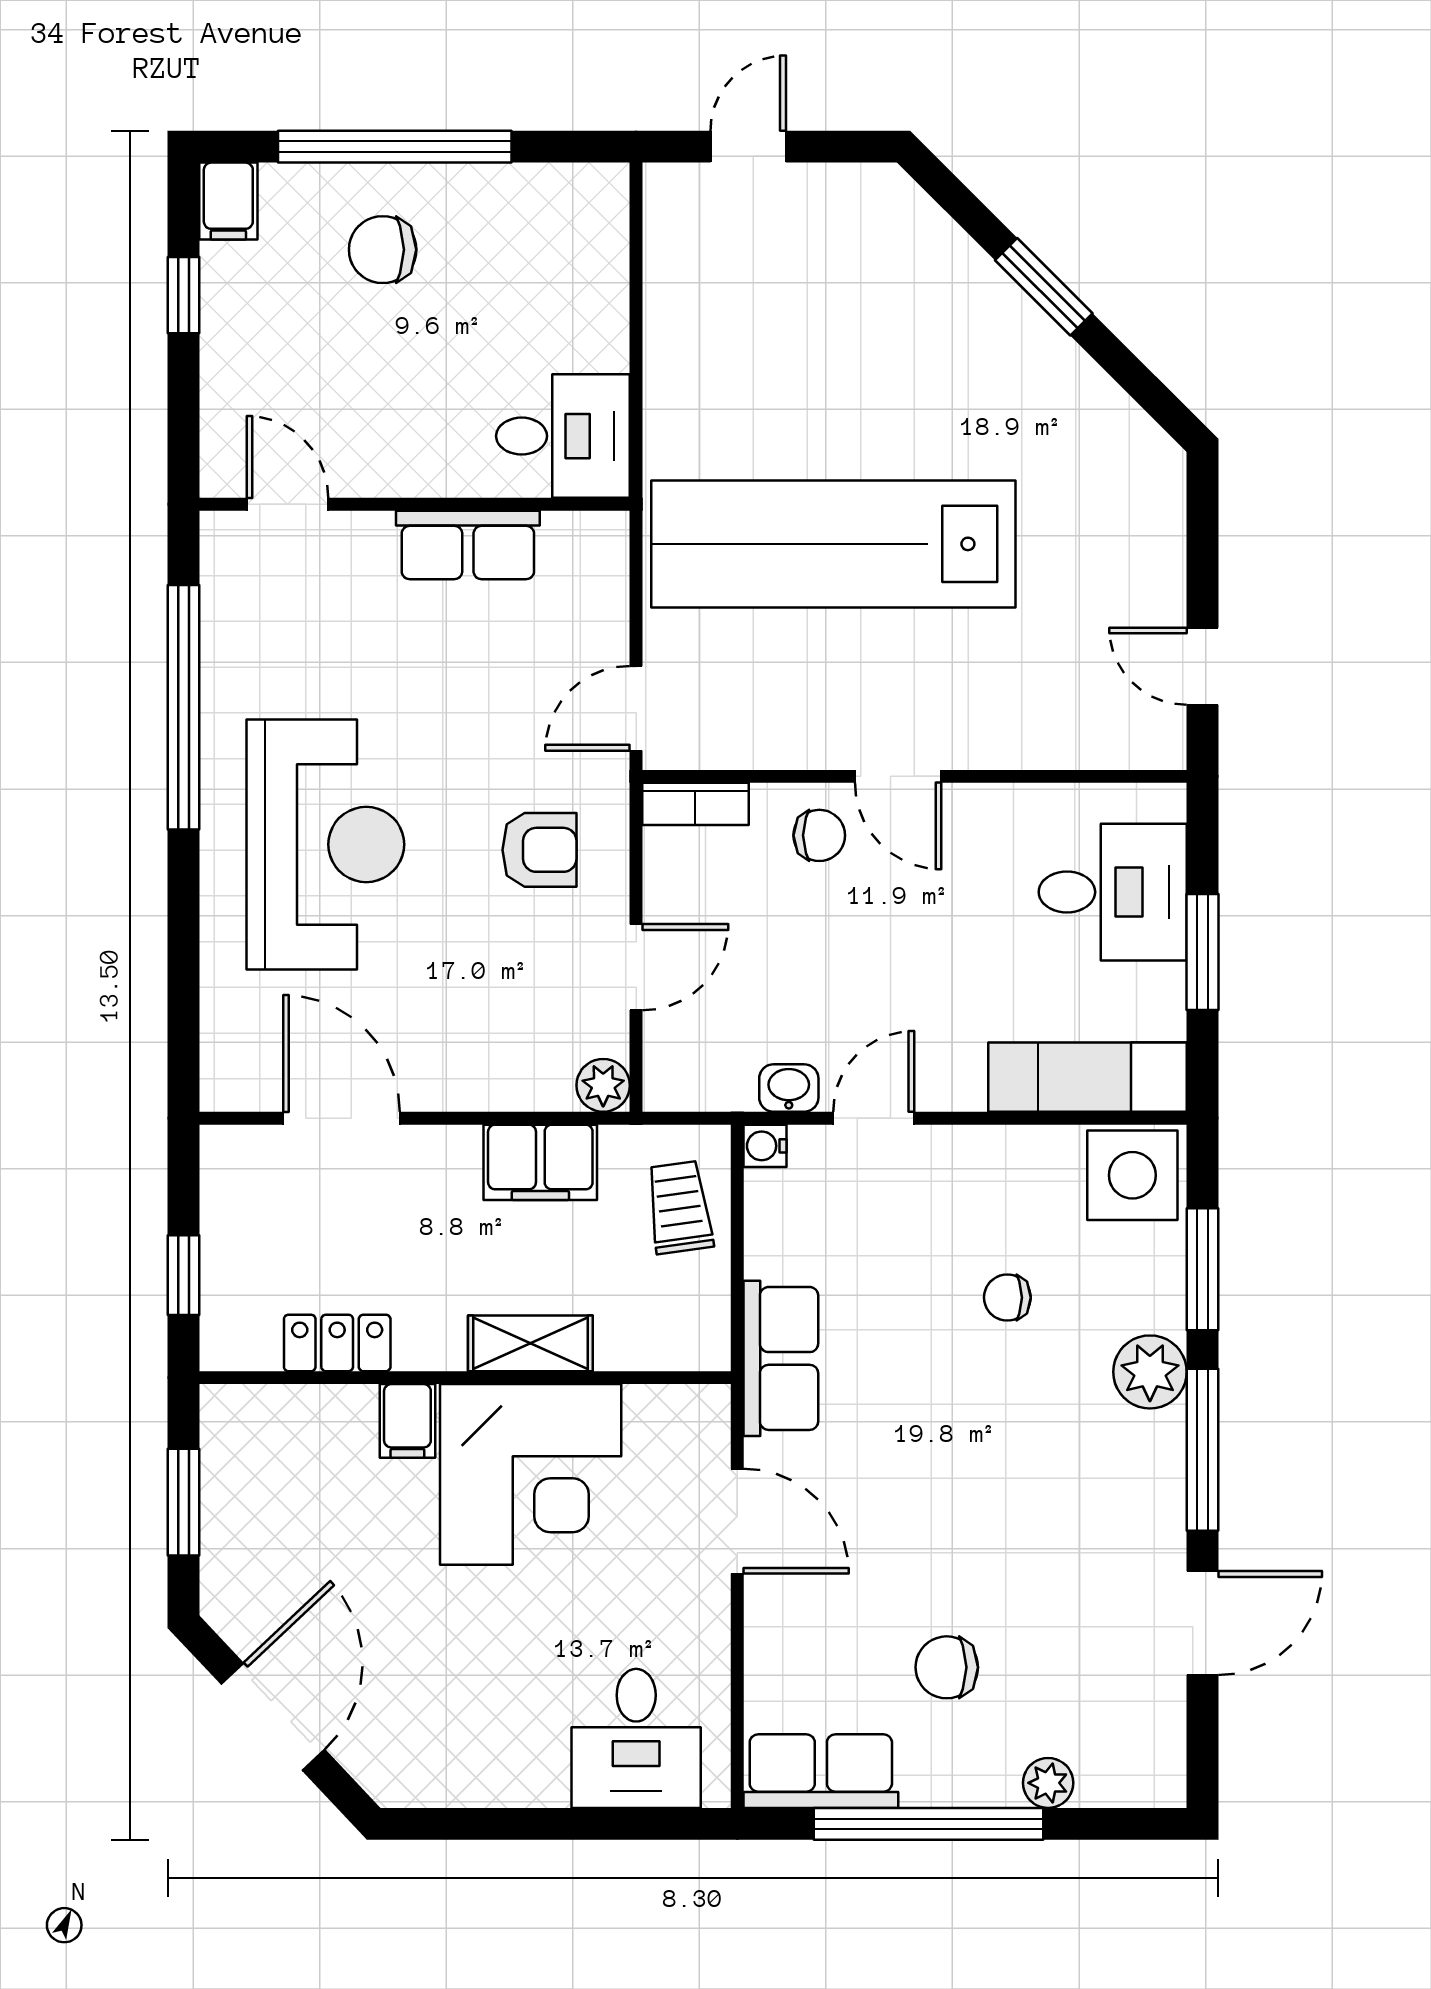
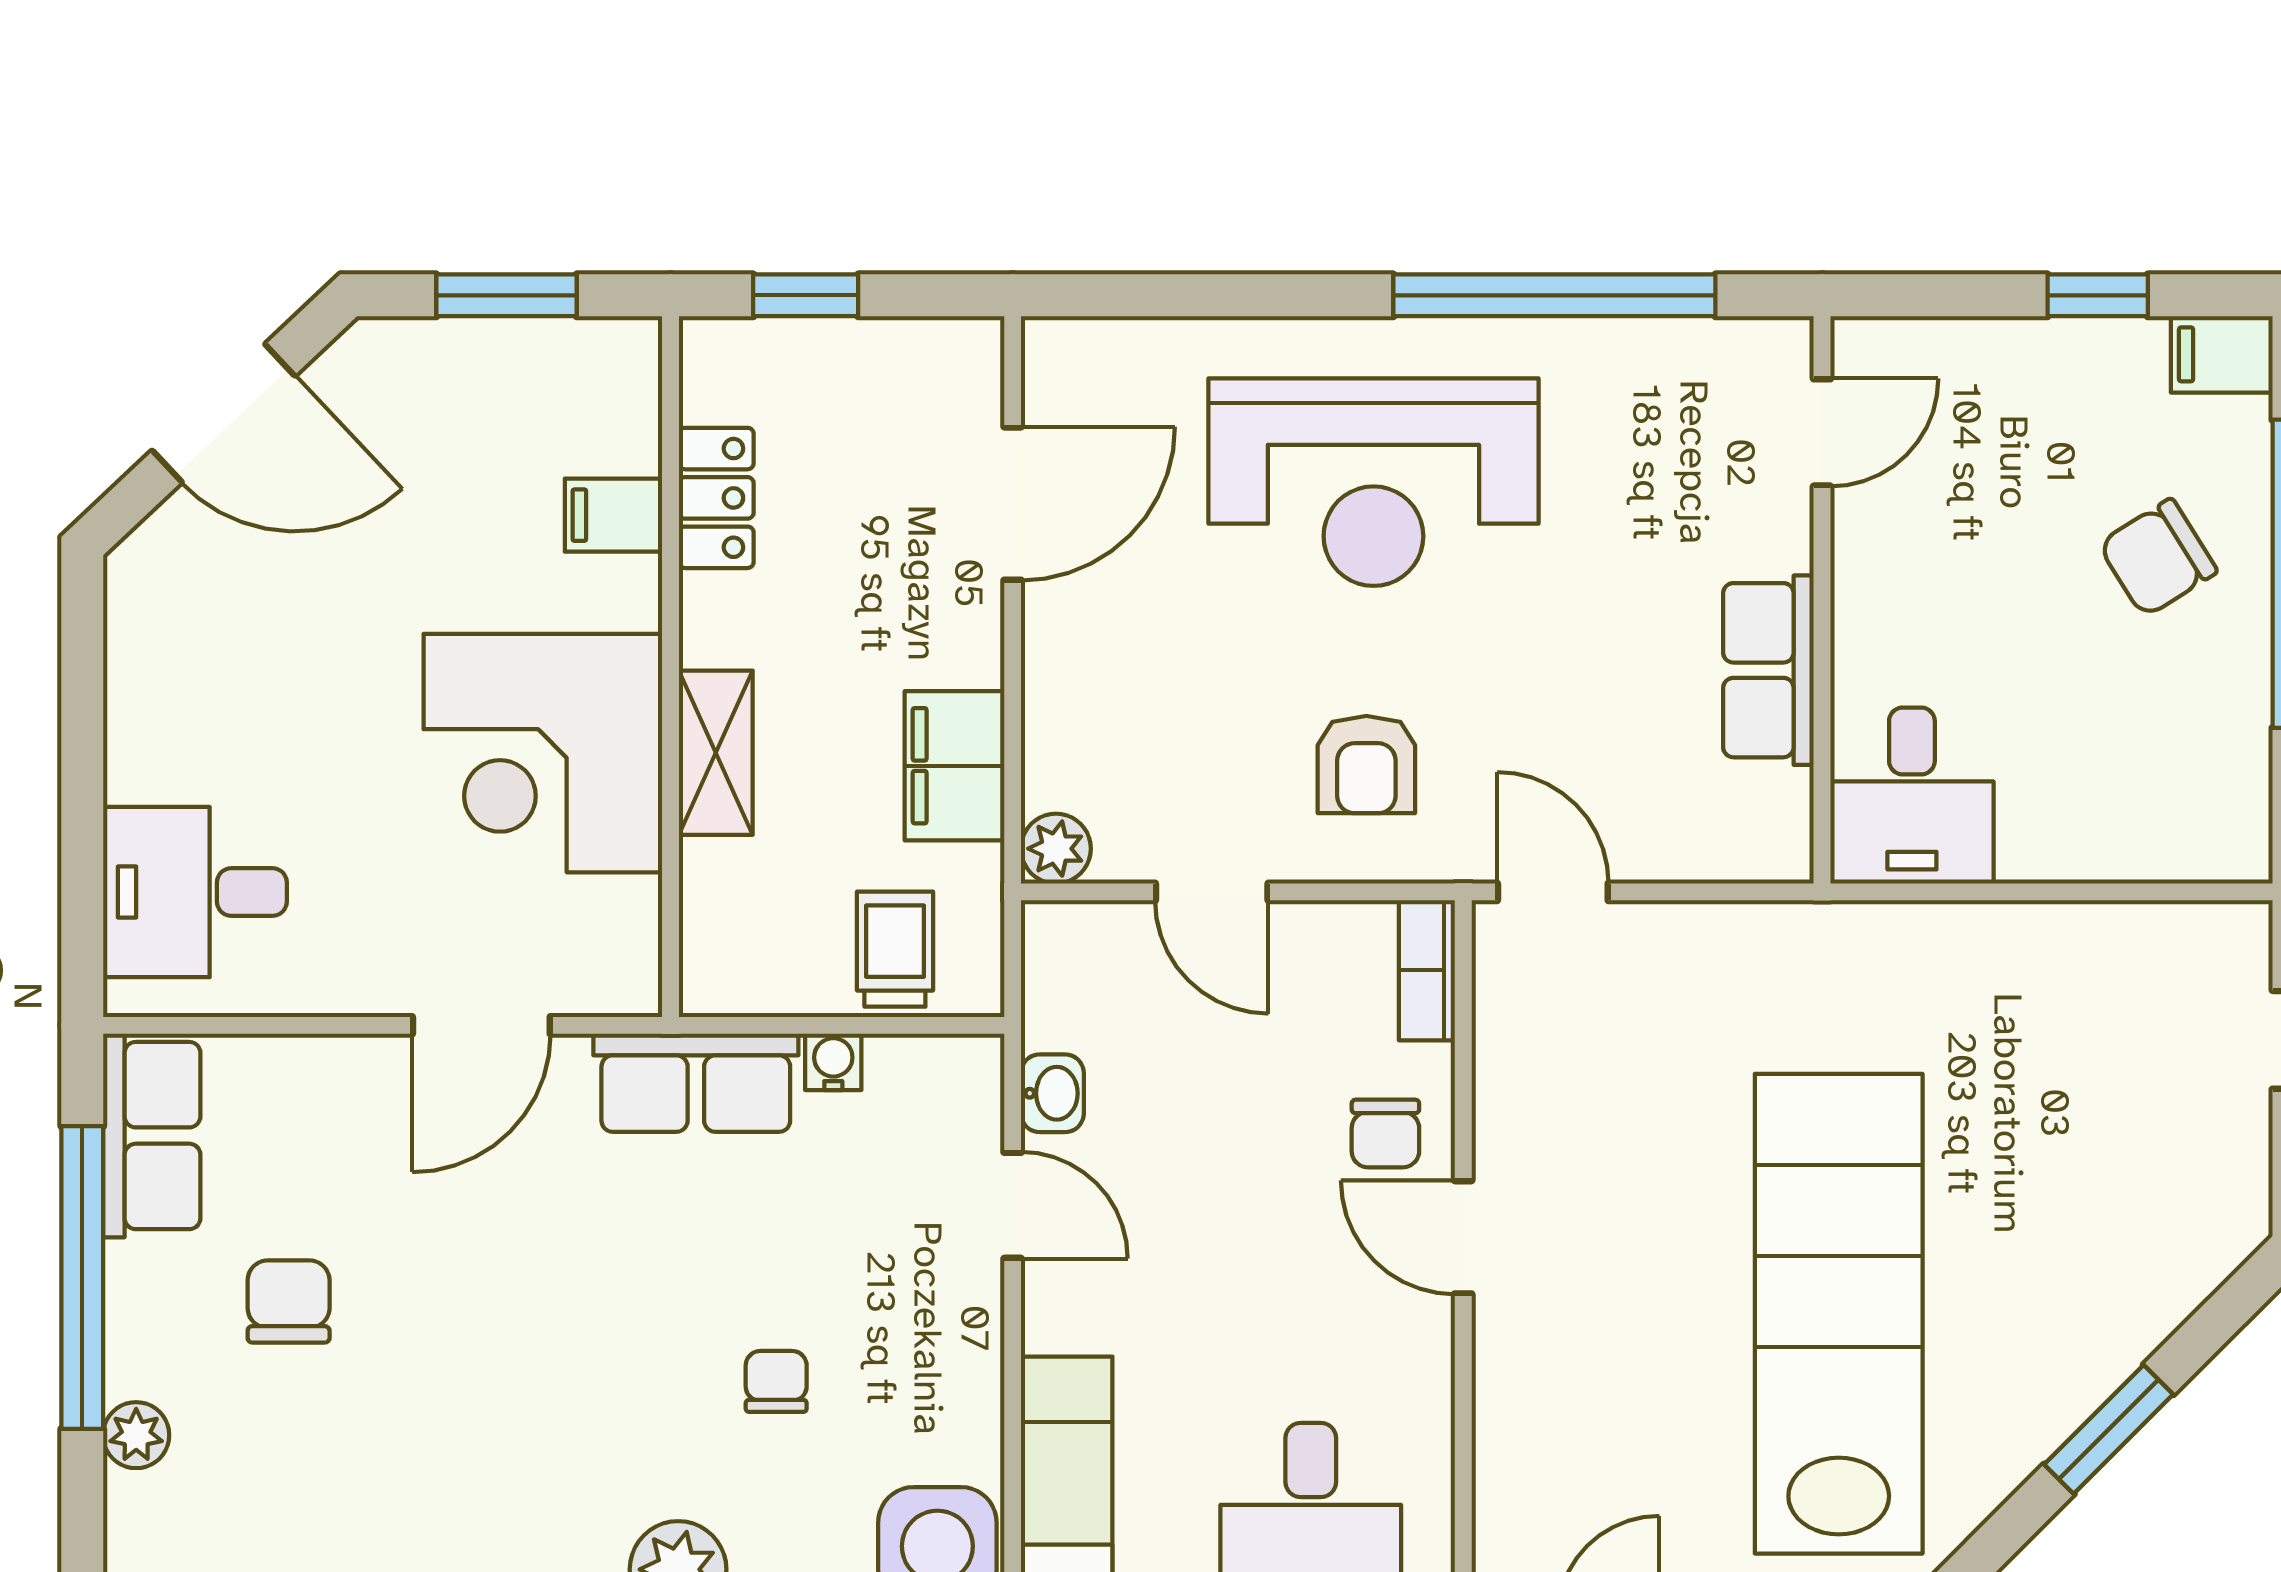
chair: (383, 250) -> (2158, 558), turned -122
lab bench: (833, 544) -> (1839, 1314), moved
door: (898, 776) -> (1463, 1237), hinge flipped
water cooler: (765, 1146) -> (833, 1062), moved
trolley: (679, 1207) -> (895, 949), turned -82
filing cabinet: (407, 1421) -> (613, 515), moved

